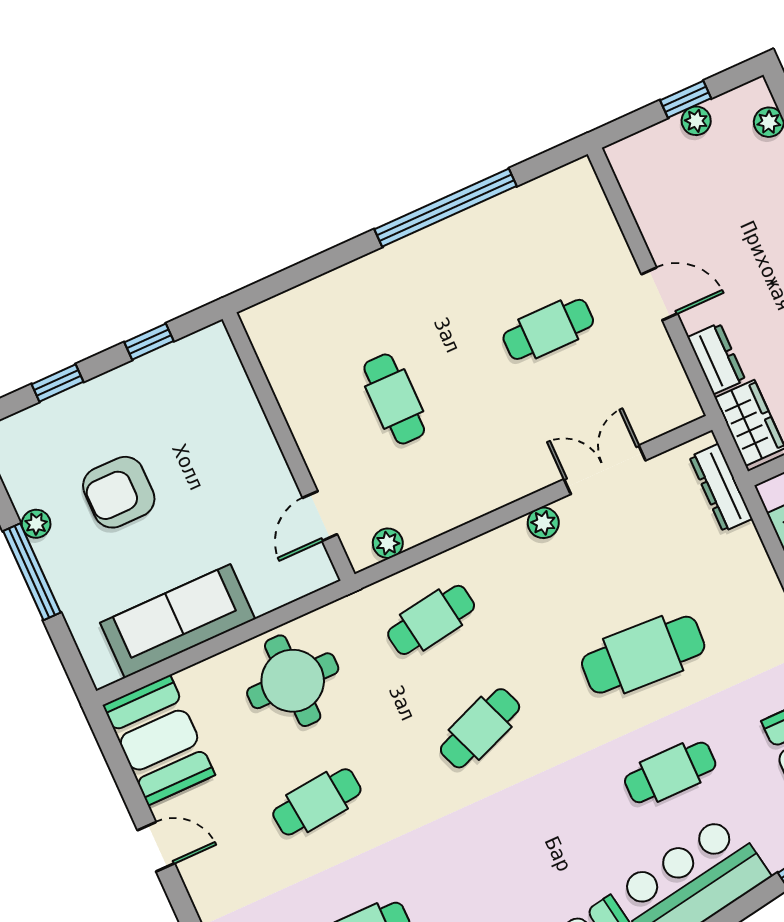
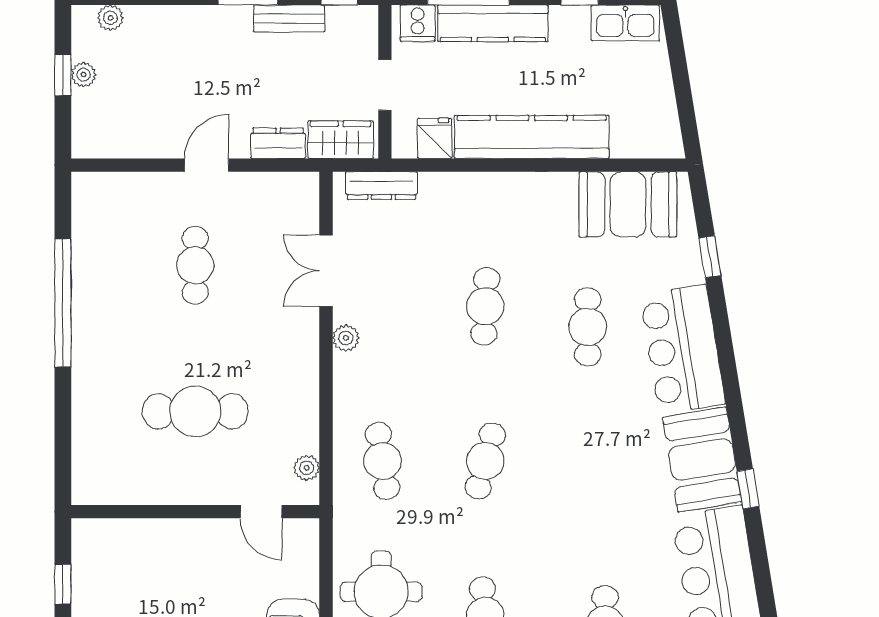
cafe table: (394, 399) -> (195, 411), width x1.37, depth x1.35
cafe table: (643, 655) -> (485, 306), width x0.73, depth x0.74
cafe table: (480, 728) -> (485, 461), turned 36

